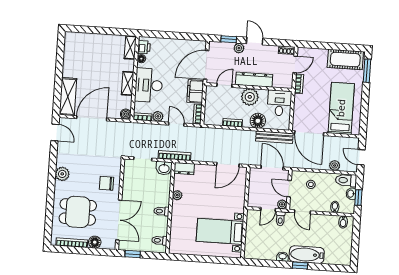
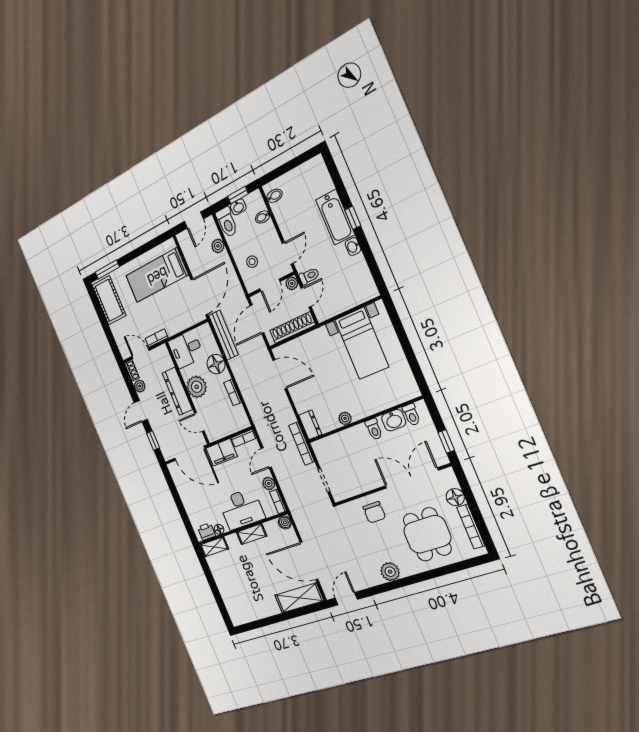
plant: (239, 48) -> (140, 386), moved
washbasin: (164, 168) -> (394, 420), moved, turned 90
shoe rack: (254, 190) -> (293, 328), added
door: (268, 209) -> (306, 297), hinge flipped

